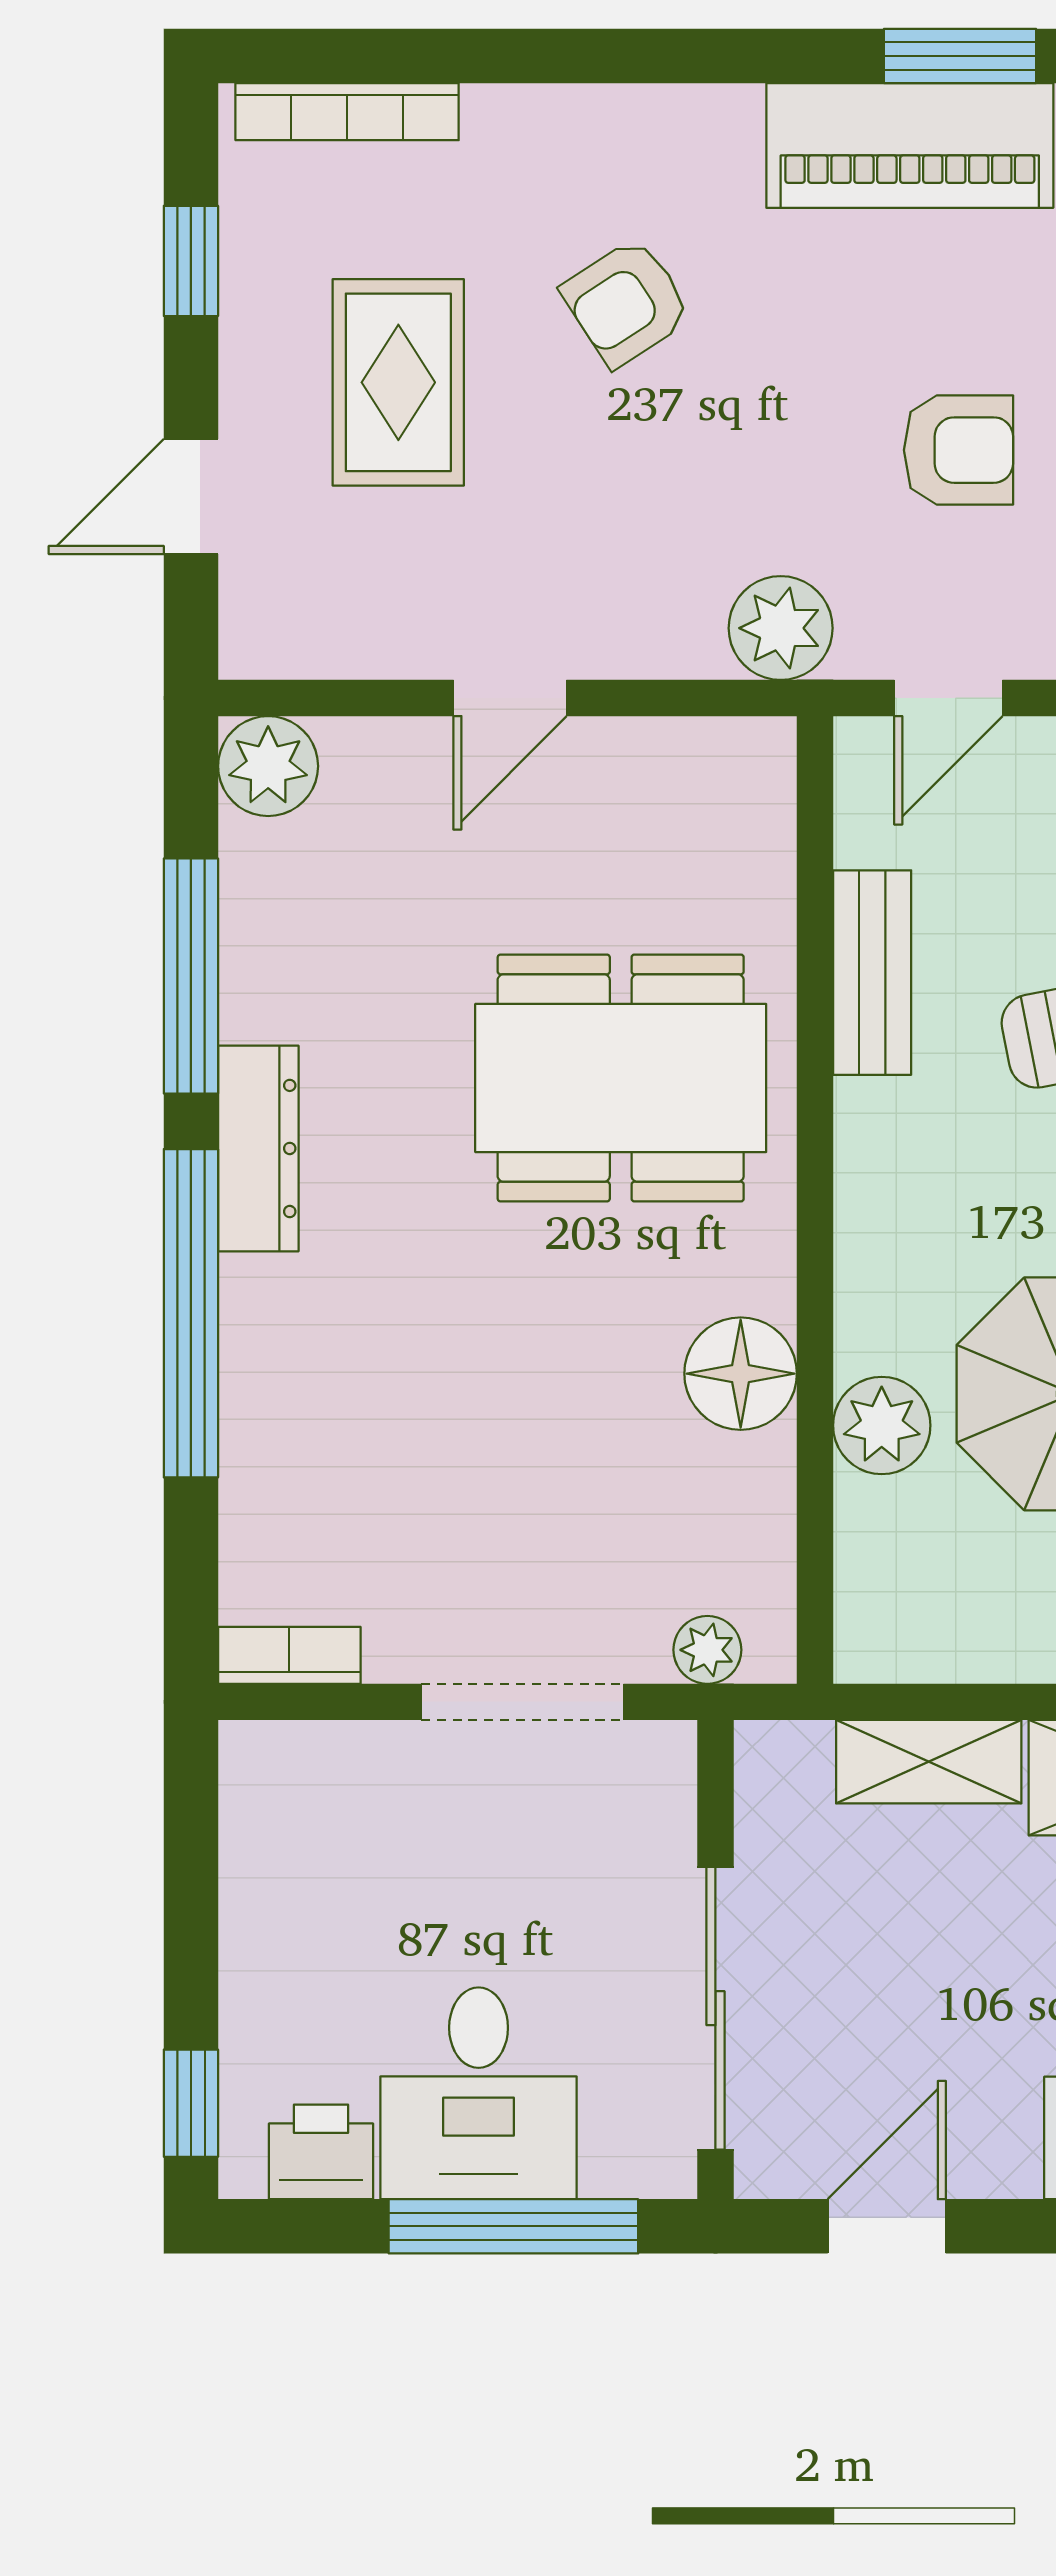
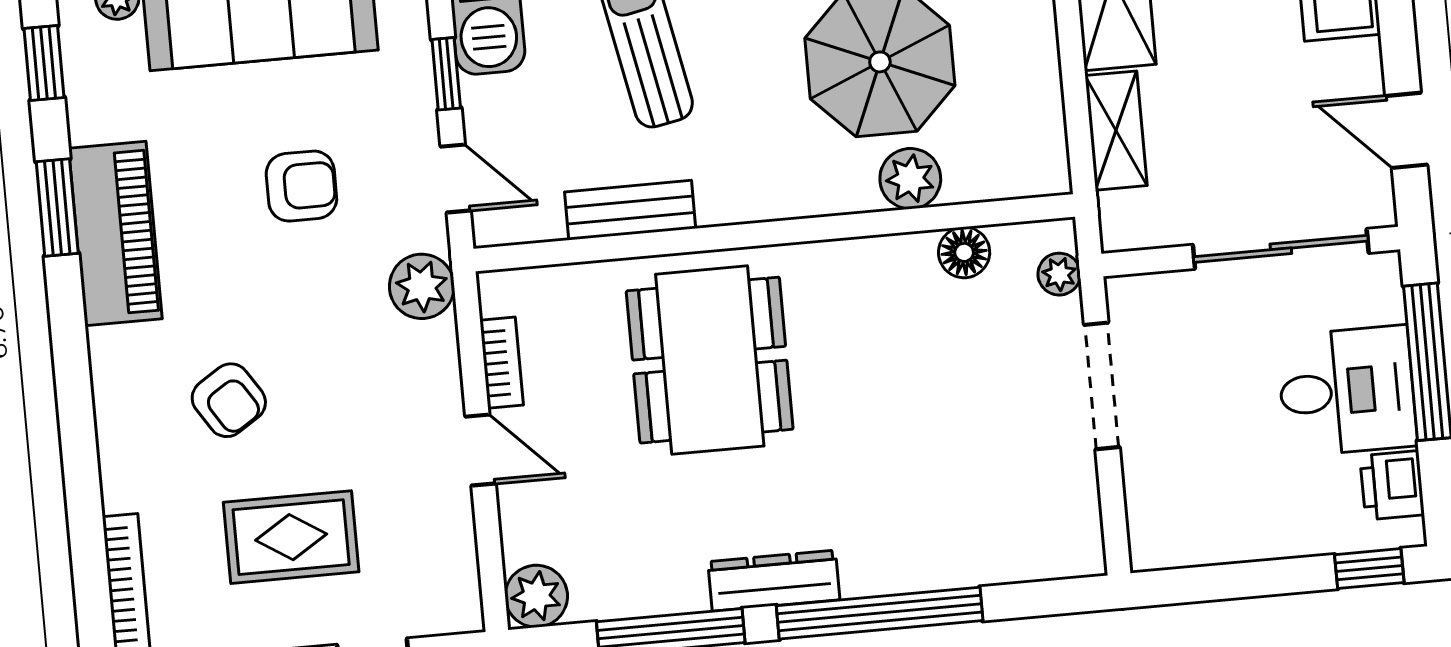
armchair: (959, 450) -> (301, 186), turned 90
floor lamp: (741, 1374) -> (964, 252), moved, width x0.73, depth x0.73
bookcase: (289, 1655) -> (502, 363), moved, turned 180

